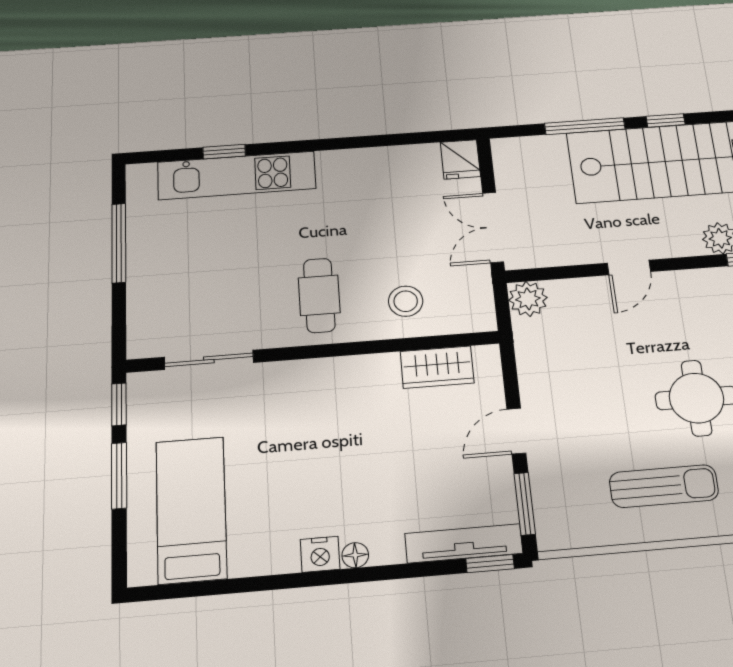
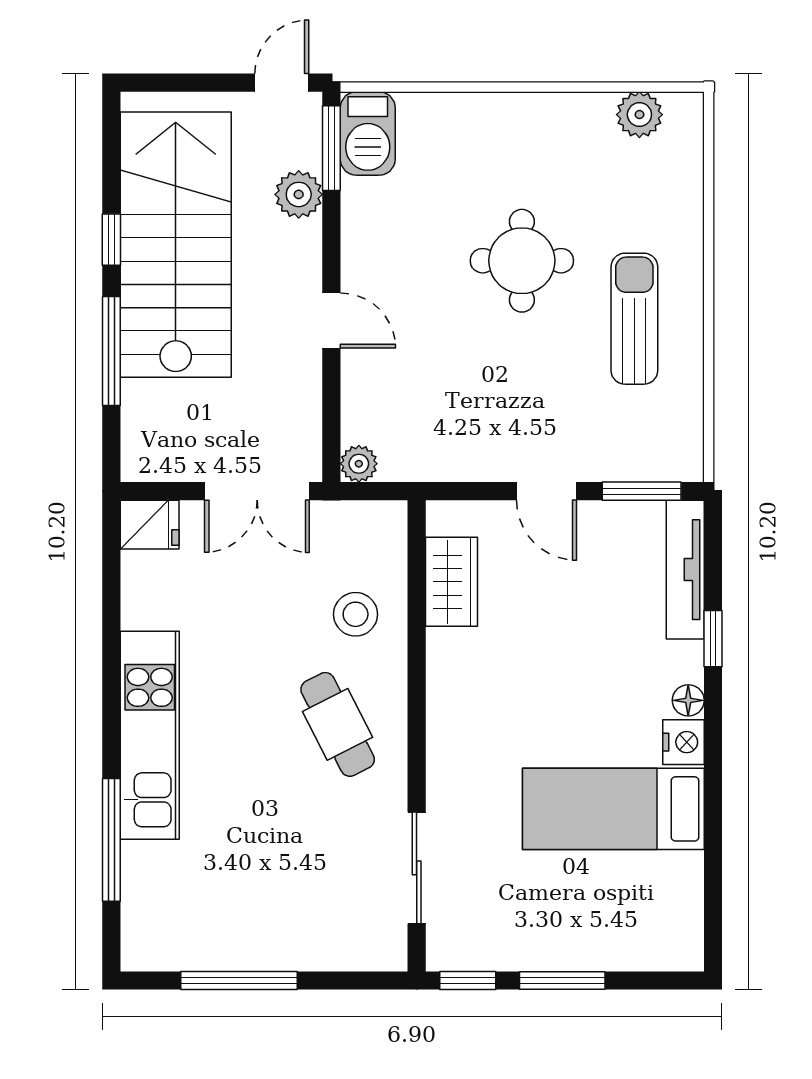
window: (224, 152) -> (111, 840), width x2.17
kitchen unit: (237, 175) -> (150, 735), moved
cafe table: (319, 295) -> (338, 724), turned 63
plant: (528, 299) -> (359, 464), width x0.73, depth x0.73
bed: (191, 509) -> (613, 809), moved
window: (490, 564) -> (713, 639), moved

